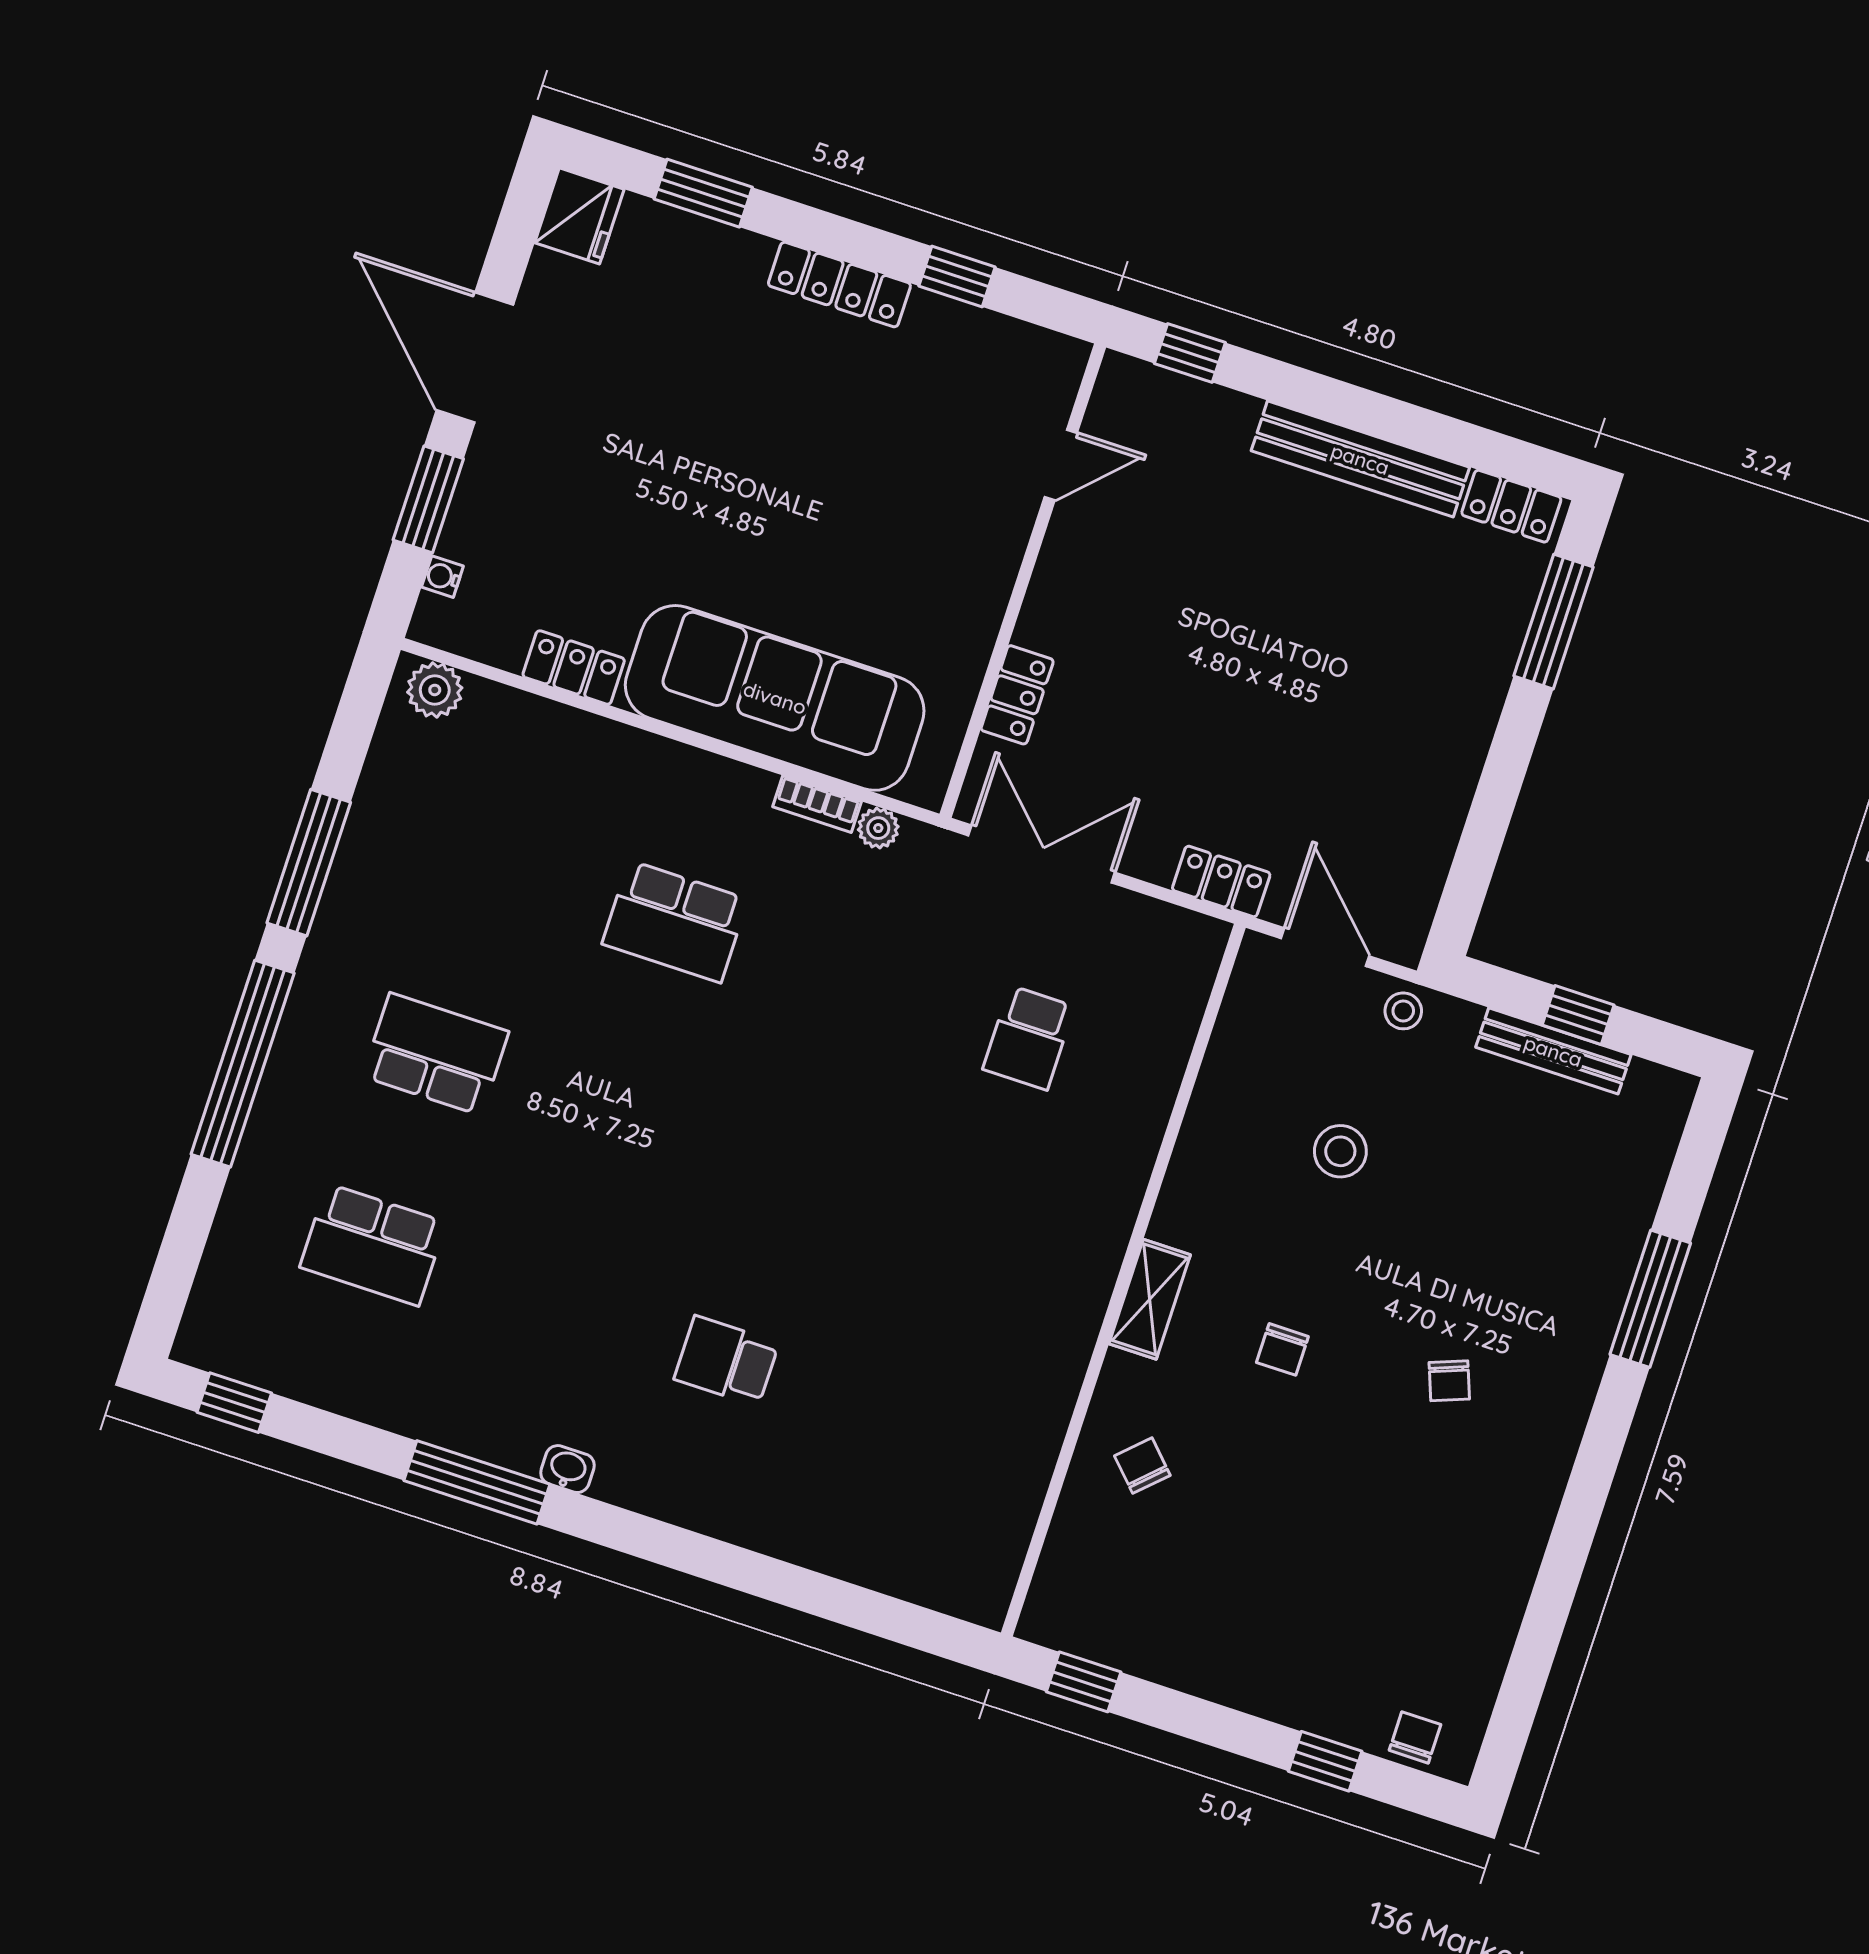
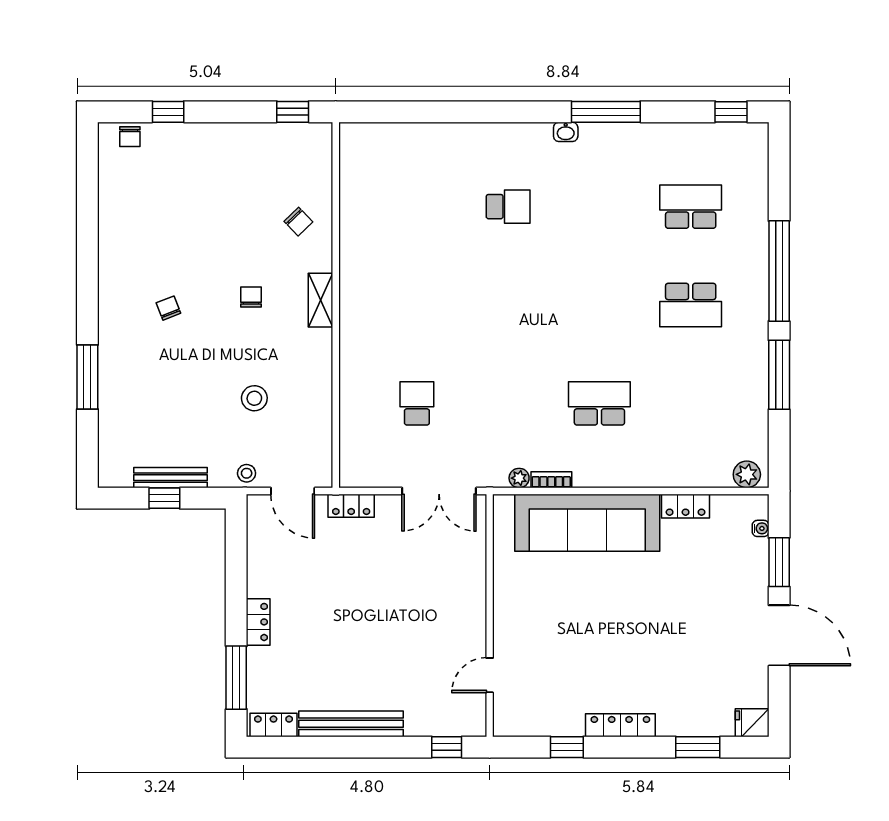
fridge: (579, 216) -> (752, 723), width x0.72
locker: (1017, 695) -> (258, 622), moved, turned 180

